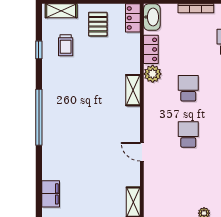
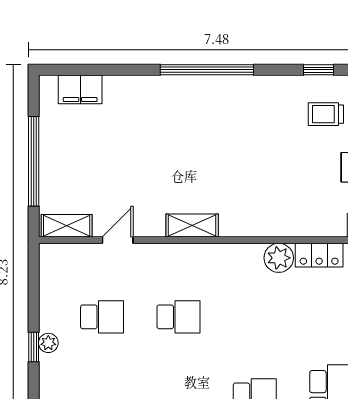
school desk: (188, 88) -> (102, 317), moved
shelving: (133, 90) -> (192, 226), moved
door: (142, 152) -> (118, 240), moved

